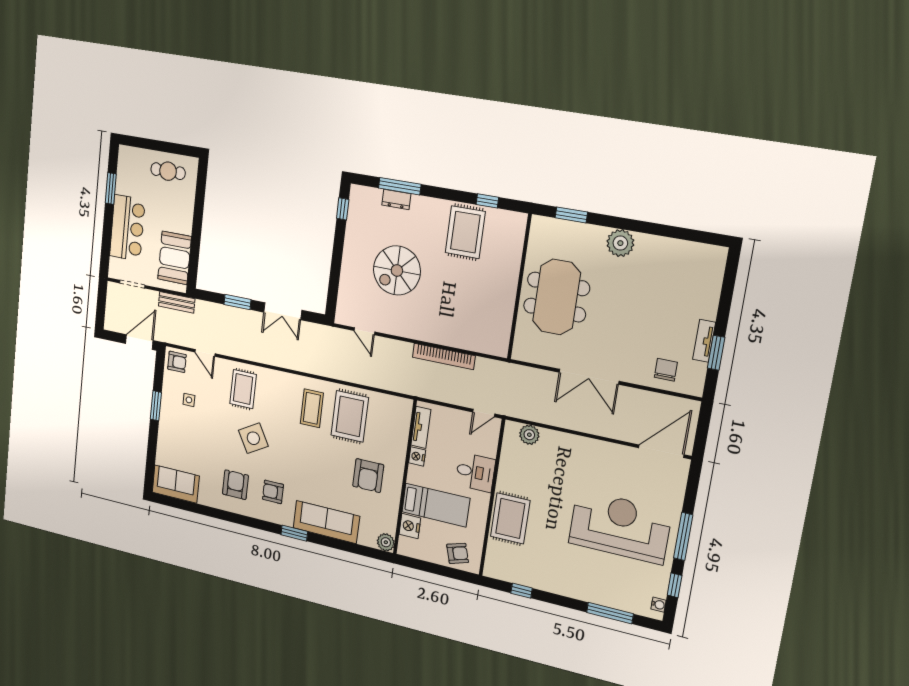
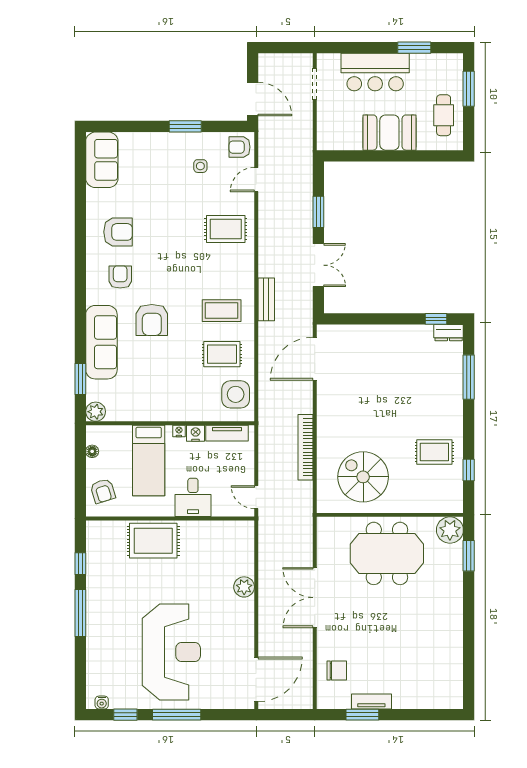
window: (148, 144) -> (469, 89), added
dresser: (396, 199) -> (449, 333), moved, turned -90
rug: (465, 232) -> (434, 452), width x0.73, depth x0.70
plant: (620, 243) -> (450, 530), moved
booth: (175, 258) -> (389, 133), moved
spiral stairs: (397, 270) -> (363, 477), moved
bench: (177, 302) -> (266, 299), moved
double door: (283, 311) -> (318, 265), swing flipped
door: (364, 331) -> (315, 359), width x1.87
armchair: (177, 362) -> (240, 147), turned 90
rug: (350, 416) -> (222, 354), width x0.73, depth x0.70
plant: (529, 435) -> (244, 587), moved
side table: (253, 438) -> (236, 394), moved, turned 30
door: (661, 451) -> (256, 679), hinge flipped
armchair: (368, 476) -> (152, 320), moved, turned -90
nightstand: (410, 526) -> (179, 431), moved, width x0.53, depth x0.56
window: (294, 533) -> (80, 379), moved
floor lamp: (421, 554) -> (92, 451), added
window: (610, 613) -> (80, 613), moved

